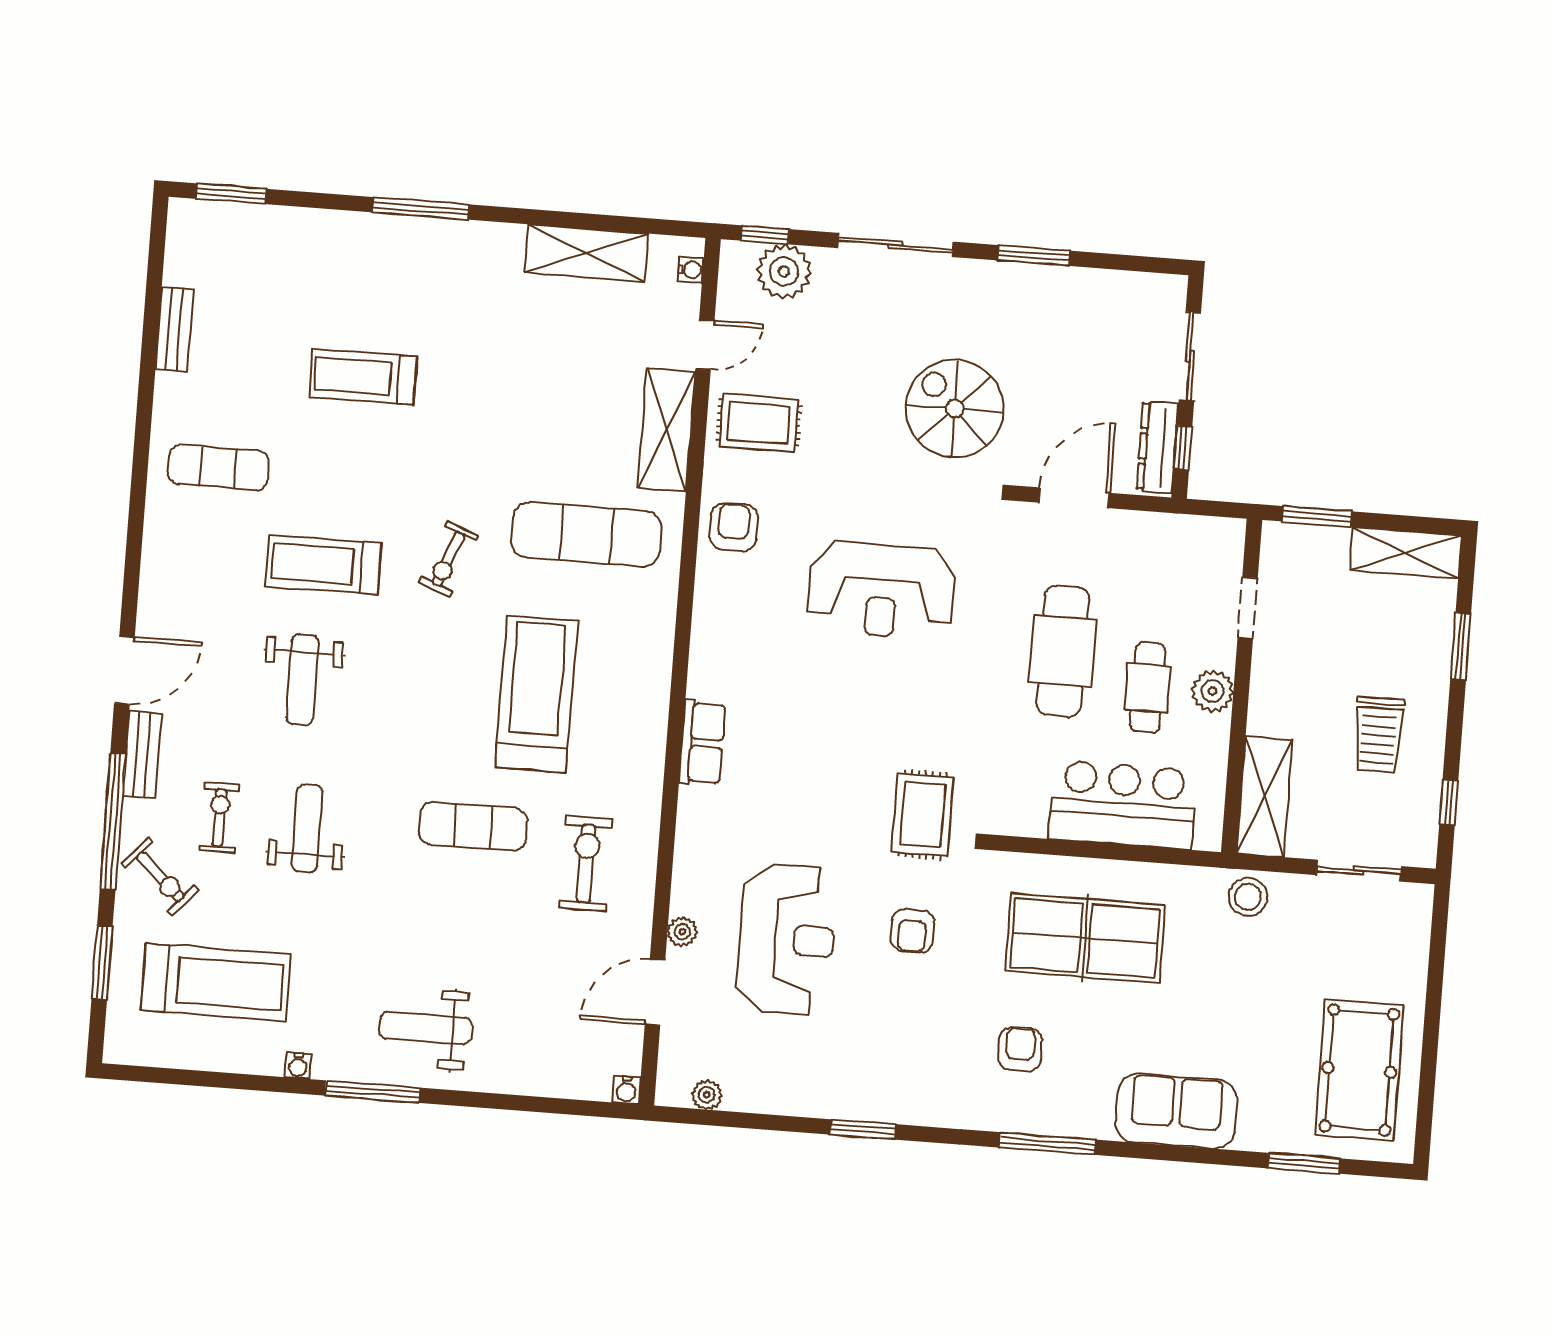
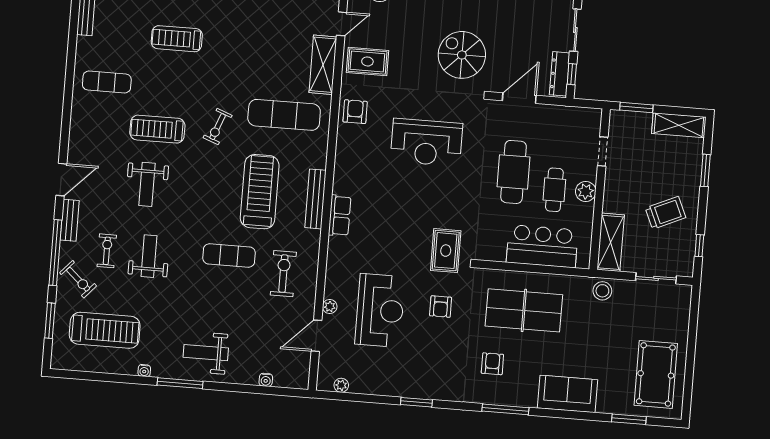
bench: (652, 708) -> (315, 199), added
trolley: (1378, 735) -> (666, 213), turned -114
water cooler: (626, 1090) -> (266, 380), moved

